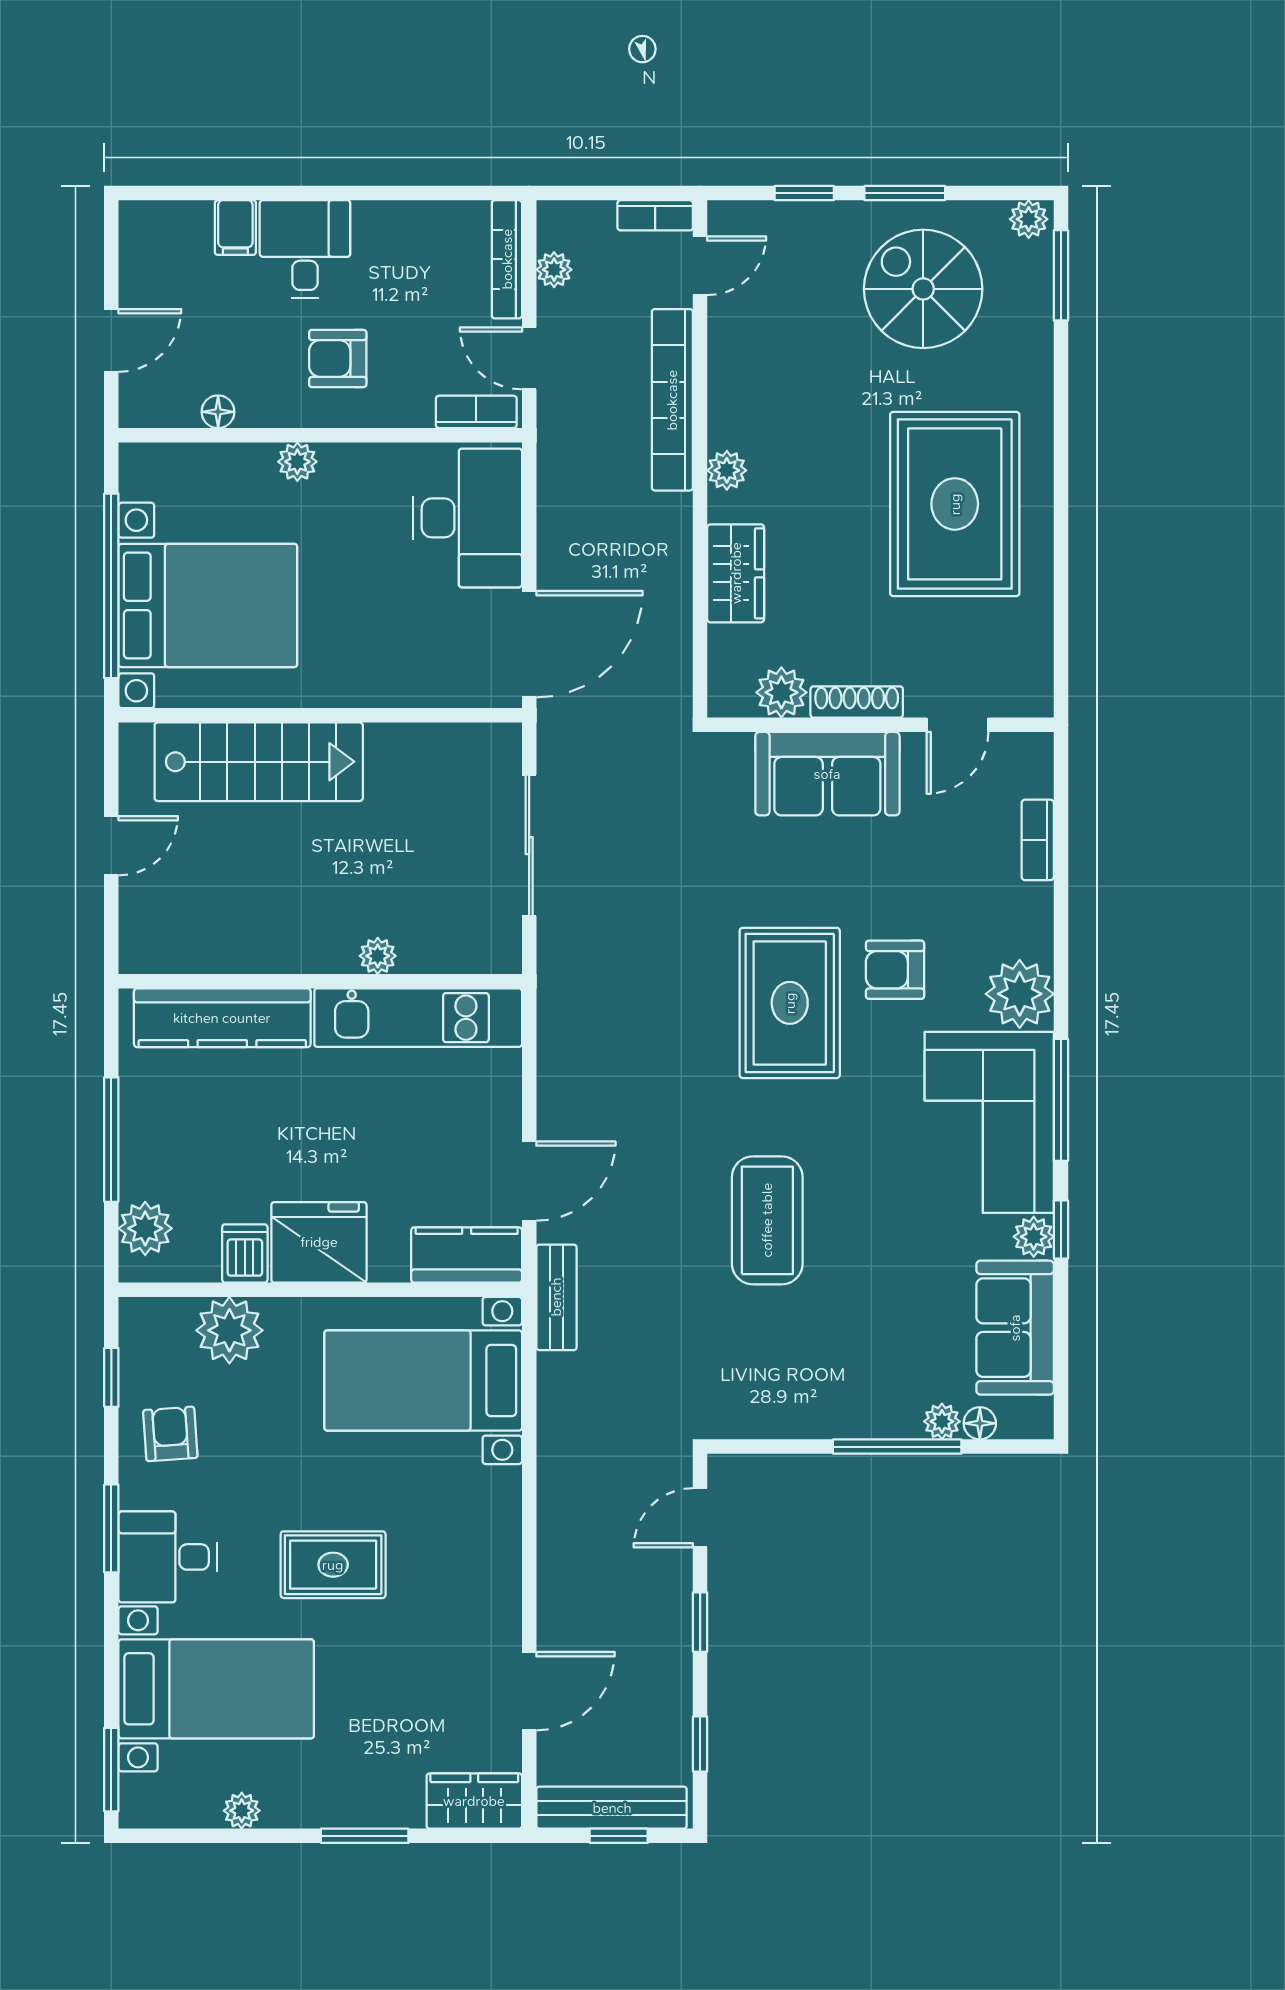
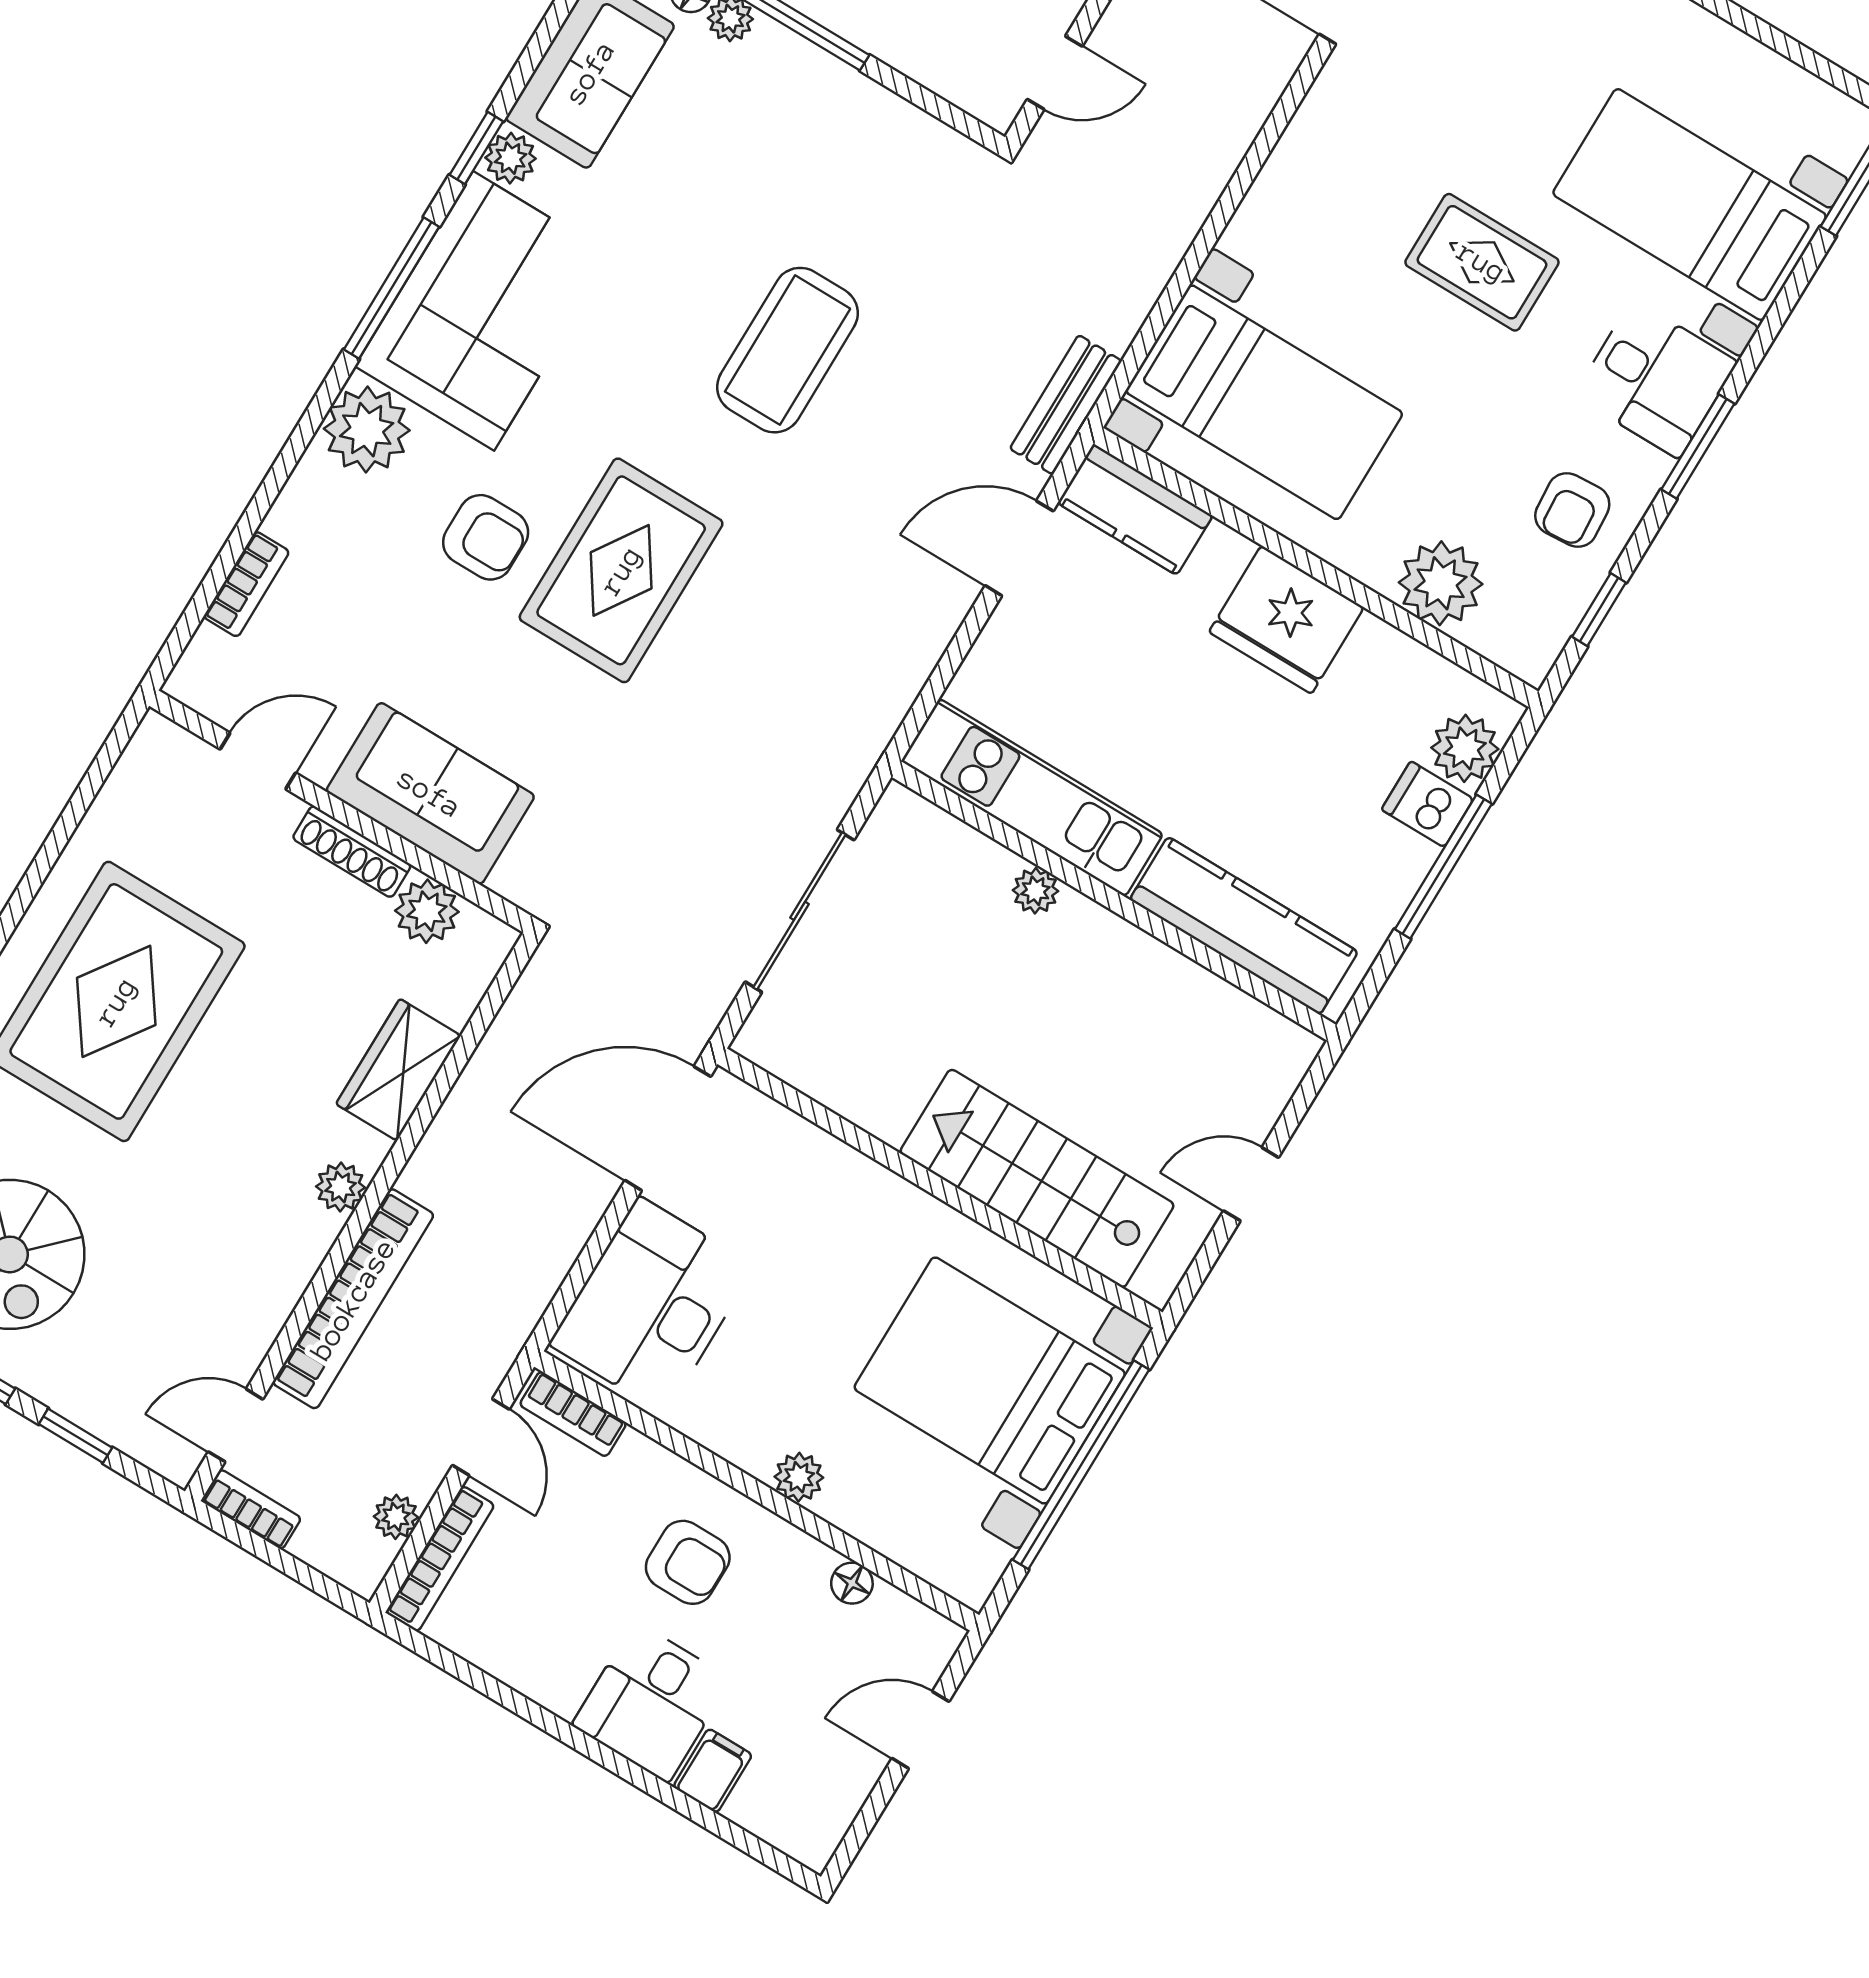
dishwasher: (245, 1253) -> (1427, 804), moved, turned 90
plant: (242, 1811) -> (1742, 56), removed

